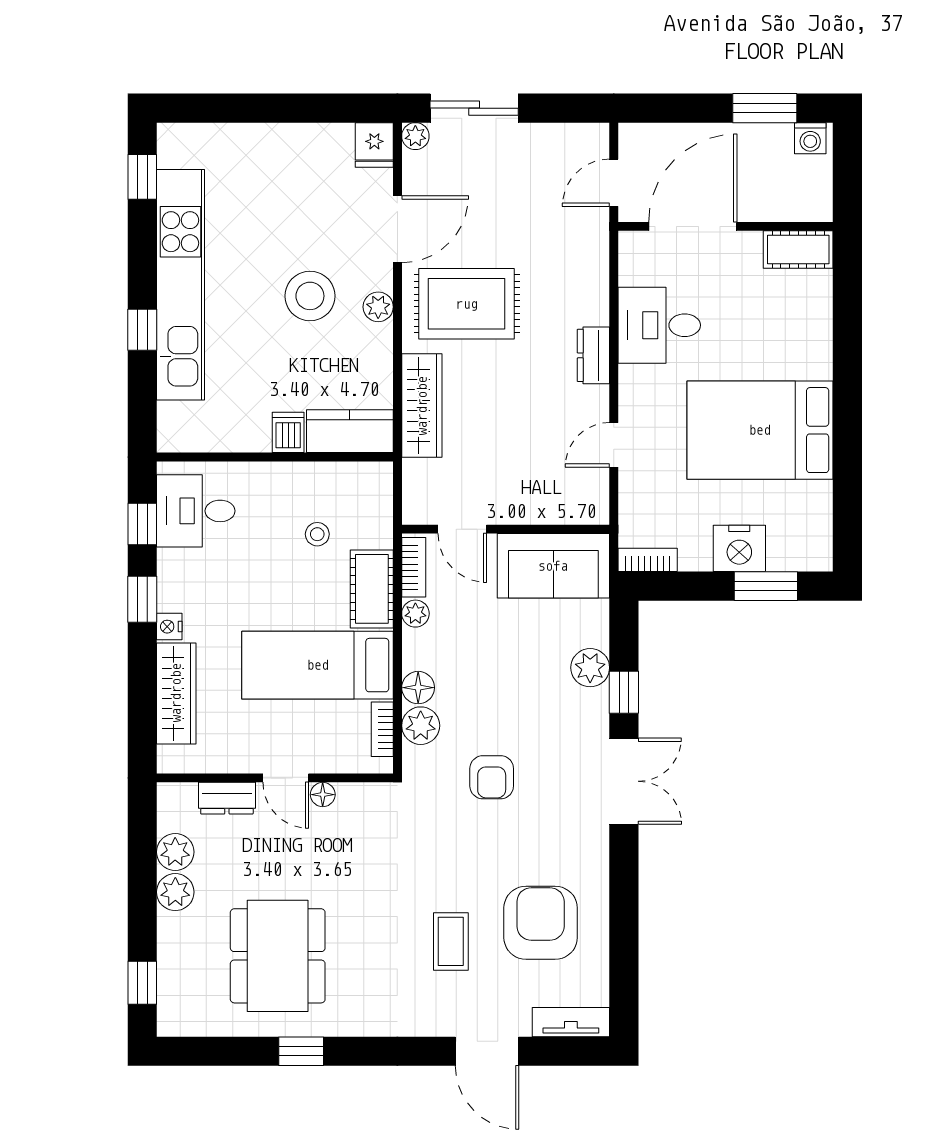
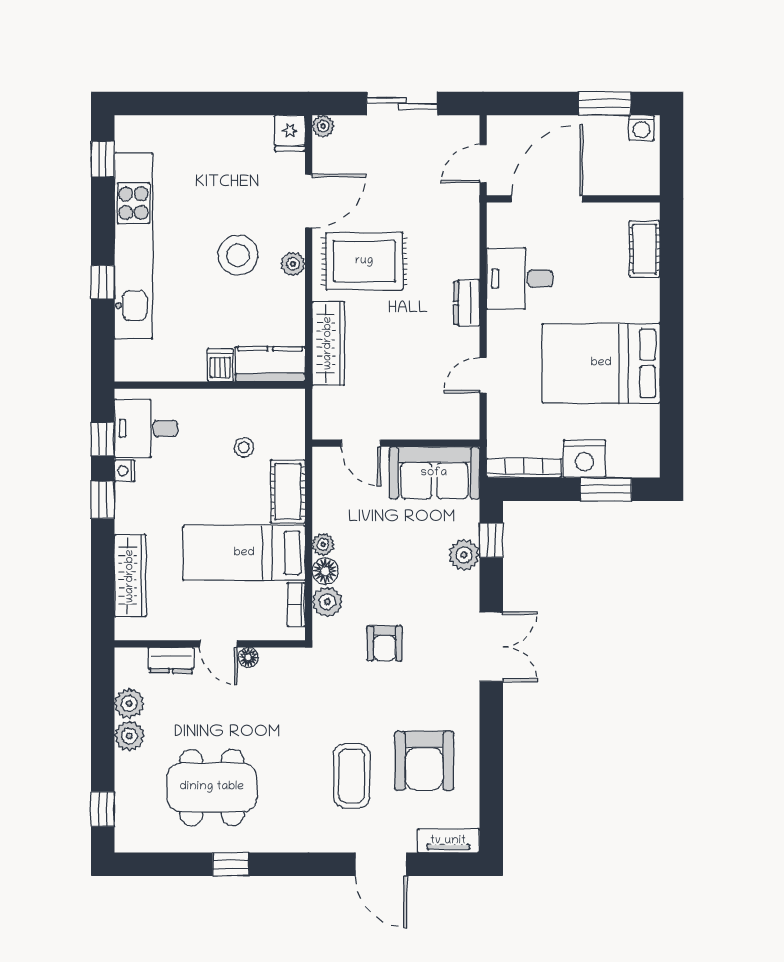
sliding door: (474, 108) -> (402, 103), moved
cot: (798, 250) -> (645, 249), moved, turned 90
bookcase: (648, 560) -> (524, 468), width x1.56
bookcase: (414, 567) -> (322, 474), removed
plant: (415, 614) -> (323, 544), moved
nightstand: (169, 627) -> (124, 471), moved
window: (624, 692) -> (491, 540), moved
armchair: (541, 923) -> (424, 761), turned 180
coffee table: (451, 941) -> (352, 776), width x1.36, depth x1.30
dining table: (278, 956) -> (212, 787), turned 90

